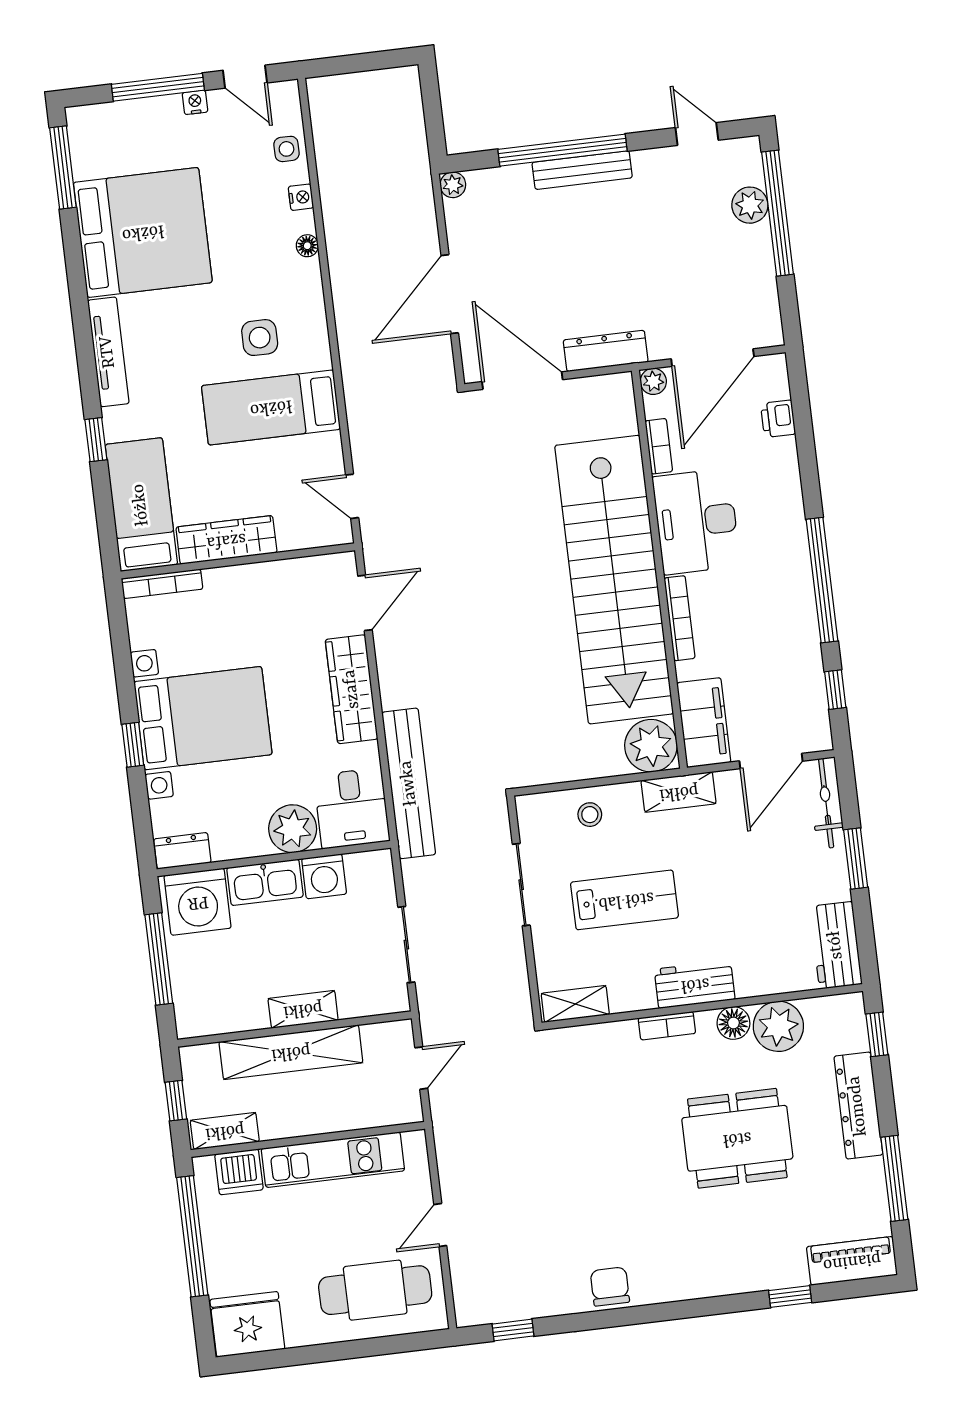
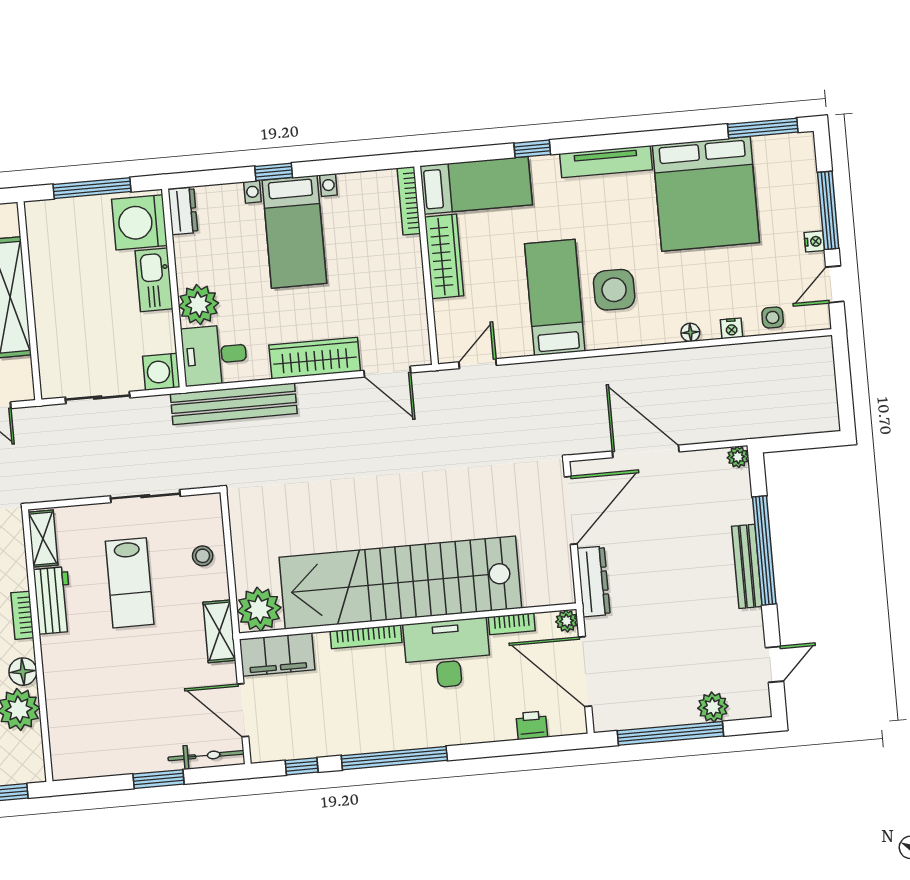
window: (778, 213) -> (670, 733), moved
side table: (260, 338) -> (614, 290), width x1.37, depth x1.37
bed with nightstands: (203, 718) -> (294, 232), width x0.73
washing machine: (324, 876) -> (161, 372), moved
workbench: (836, 945) -> (86, 760), removed
workbench: (695, 984) -> (53, 600), moved
shelving: (303, 1009) -> (46, 309), removed

